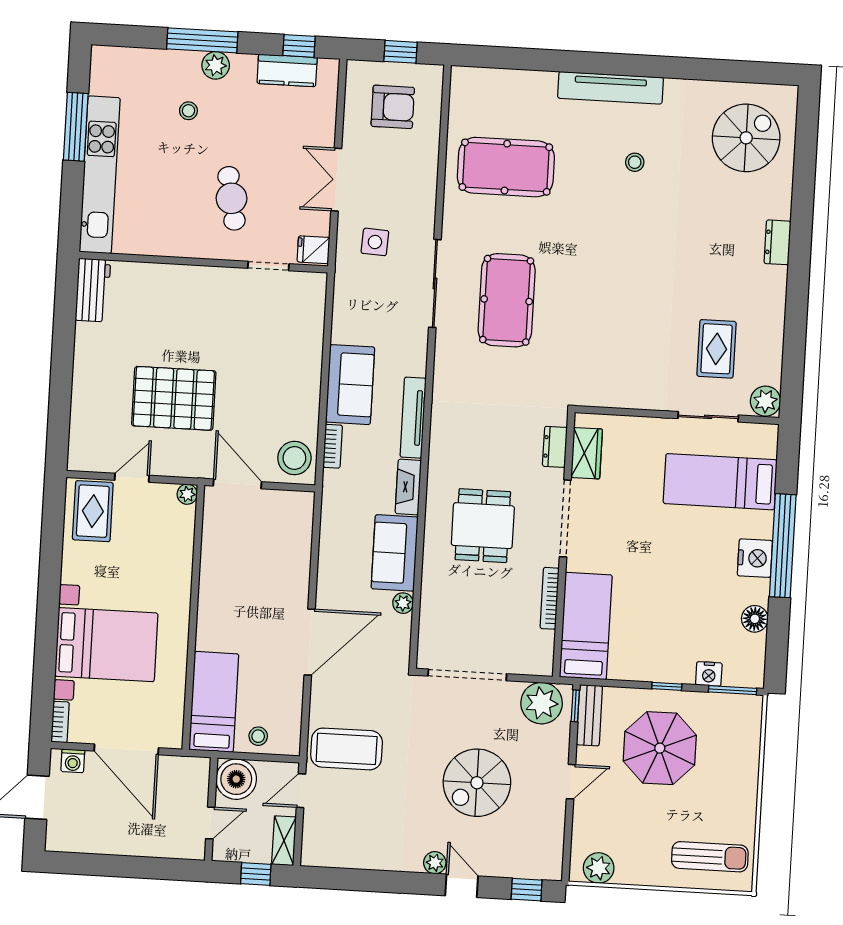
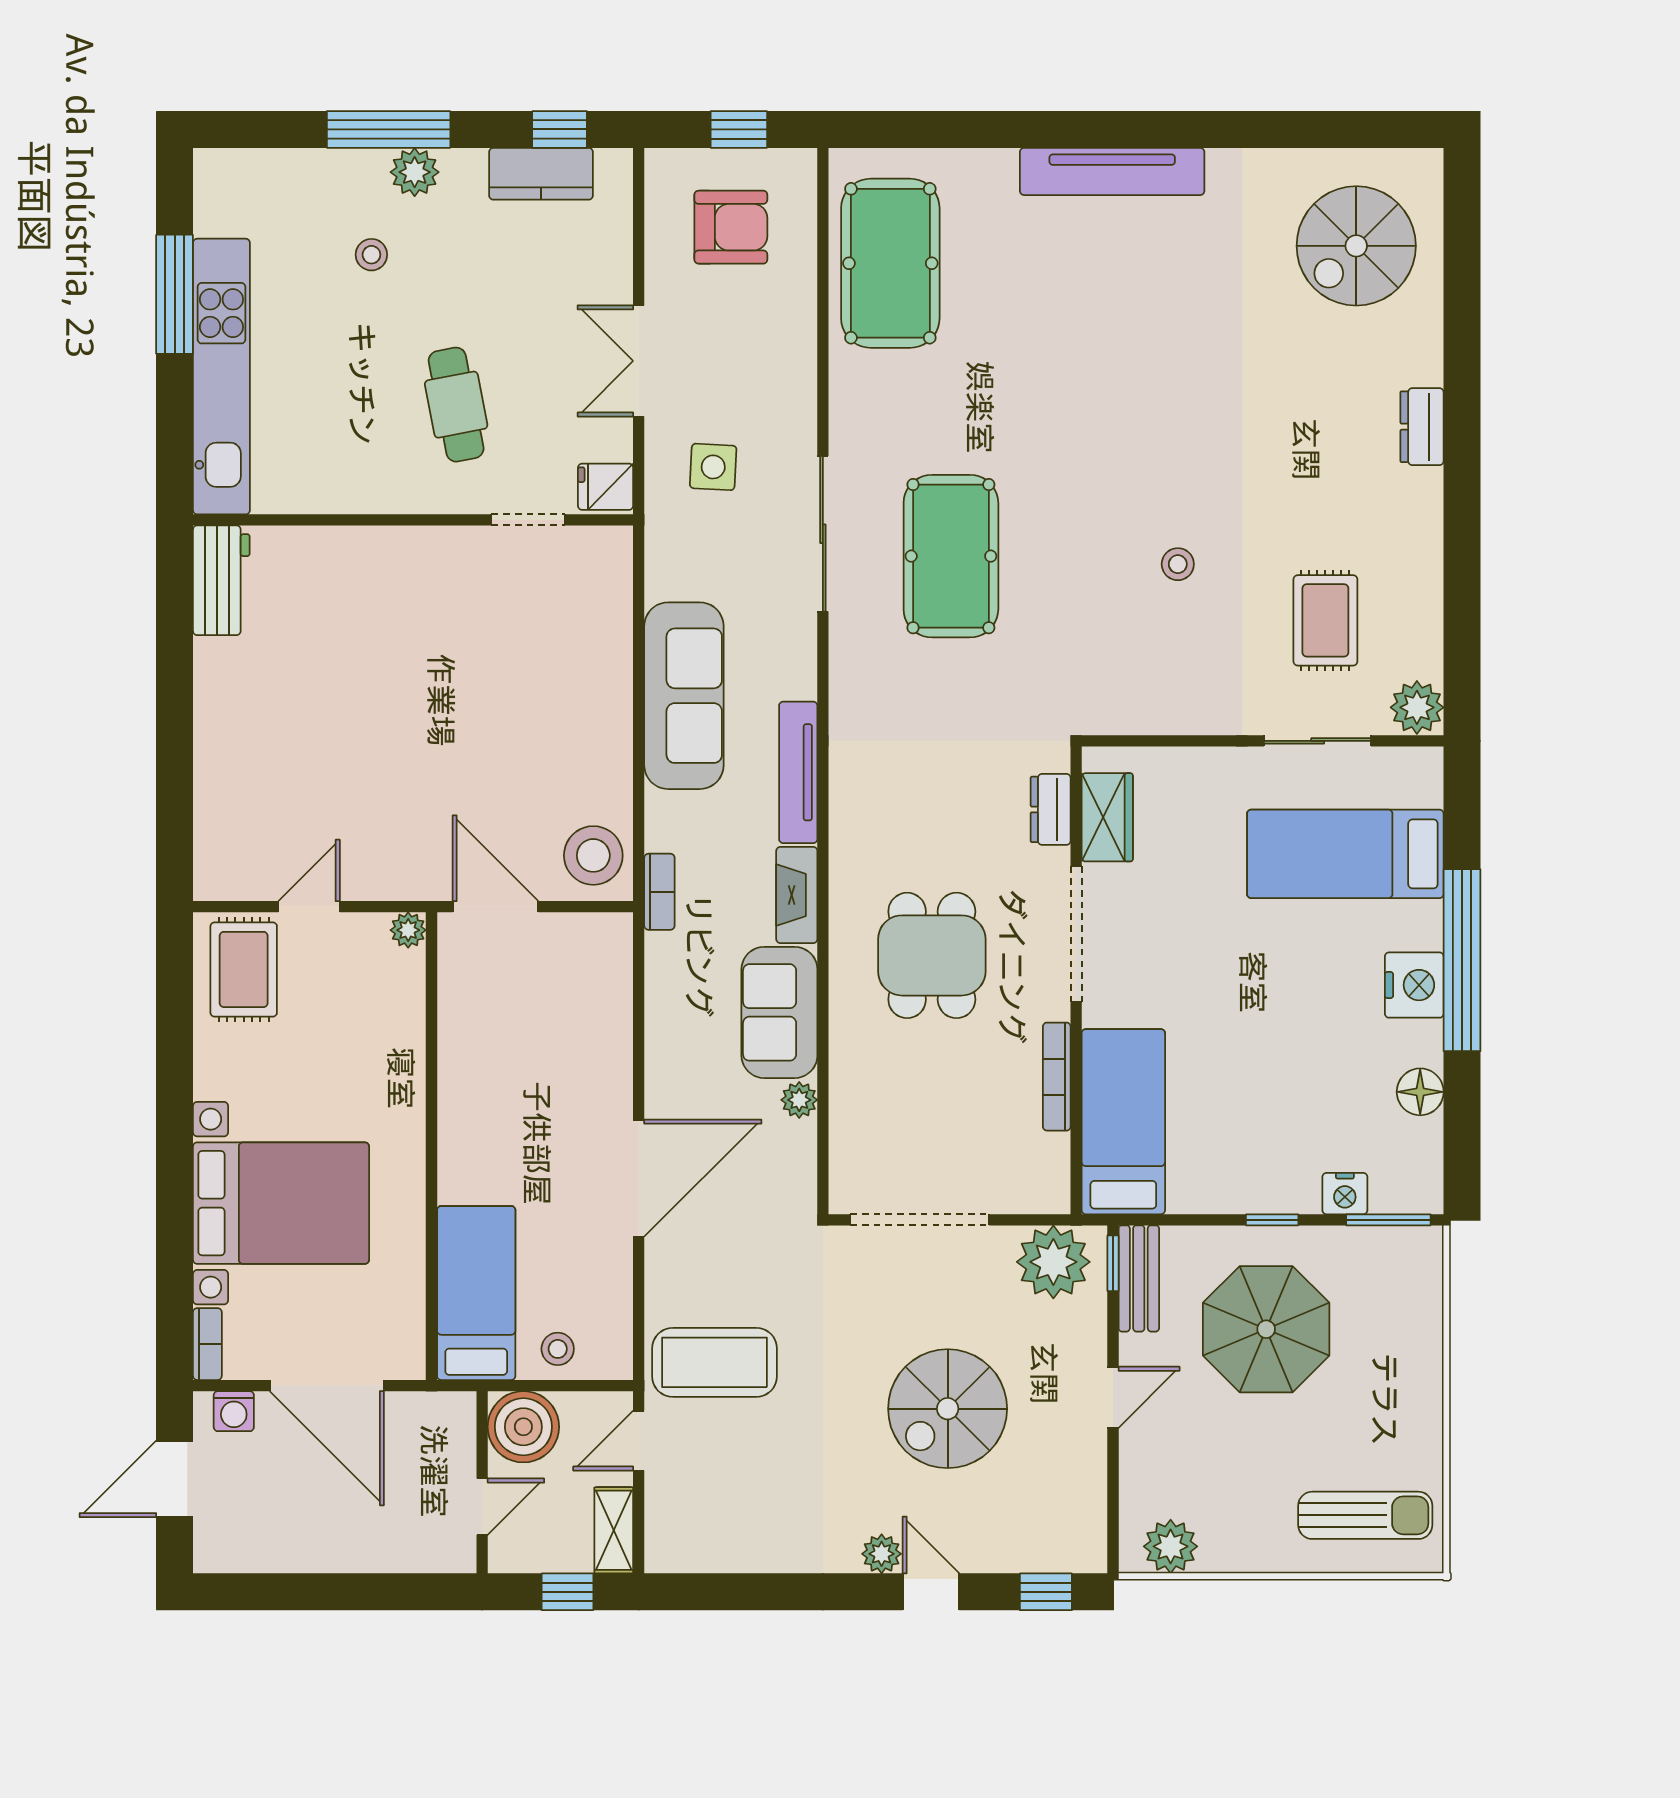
spiral stairs: (746, 138) -> (1356, 246), turned 180
stool: (635, 162) -> (1178, 564), moved
pool table: (506, 167) -> (890, 263), moved, turned 90
sofa: (350, 385) -> (684, 696), width x1.36
pallet: (174, 398) -> (375, 763), removed
bookcase: (333, 446) -> (659, 892), moved

